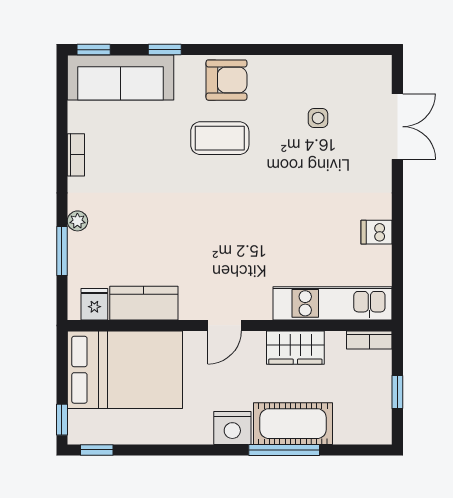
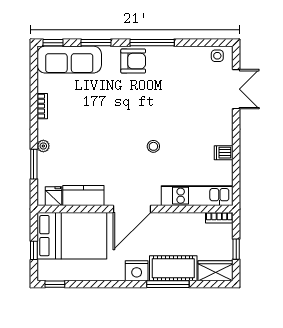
window: (165, 50) -> (96, 43), width x1.50
window: (258, 50) -> (152, 43), added
side table: (318, 118) -> (217, 56), moved
coffee table: (220, 138) -> (129, 96), removed
stool: (260, 222) -> (153, 146), added
door: (225, 325) -> (132, 209), width x1.88
wardrobe: (295, 348) -> (216, 271), moved, turned 180
window: (62, 420) -> (34, 250), moved

